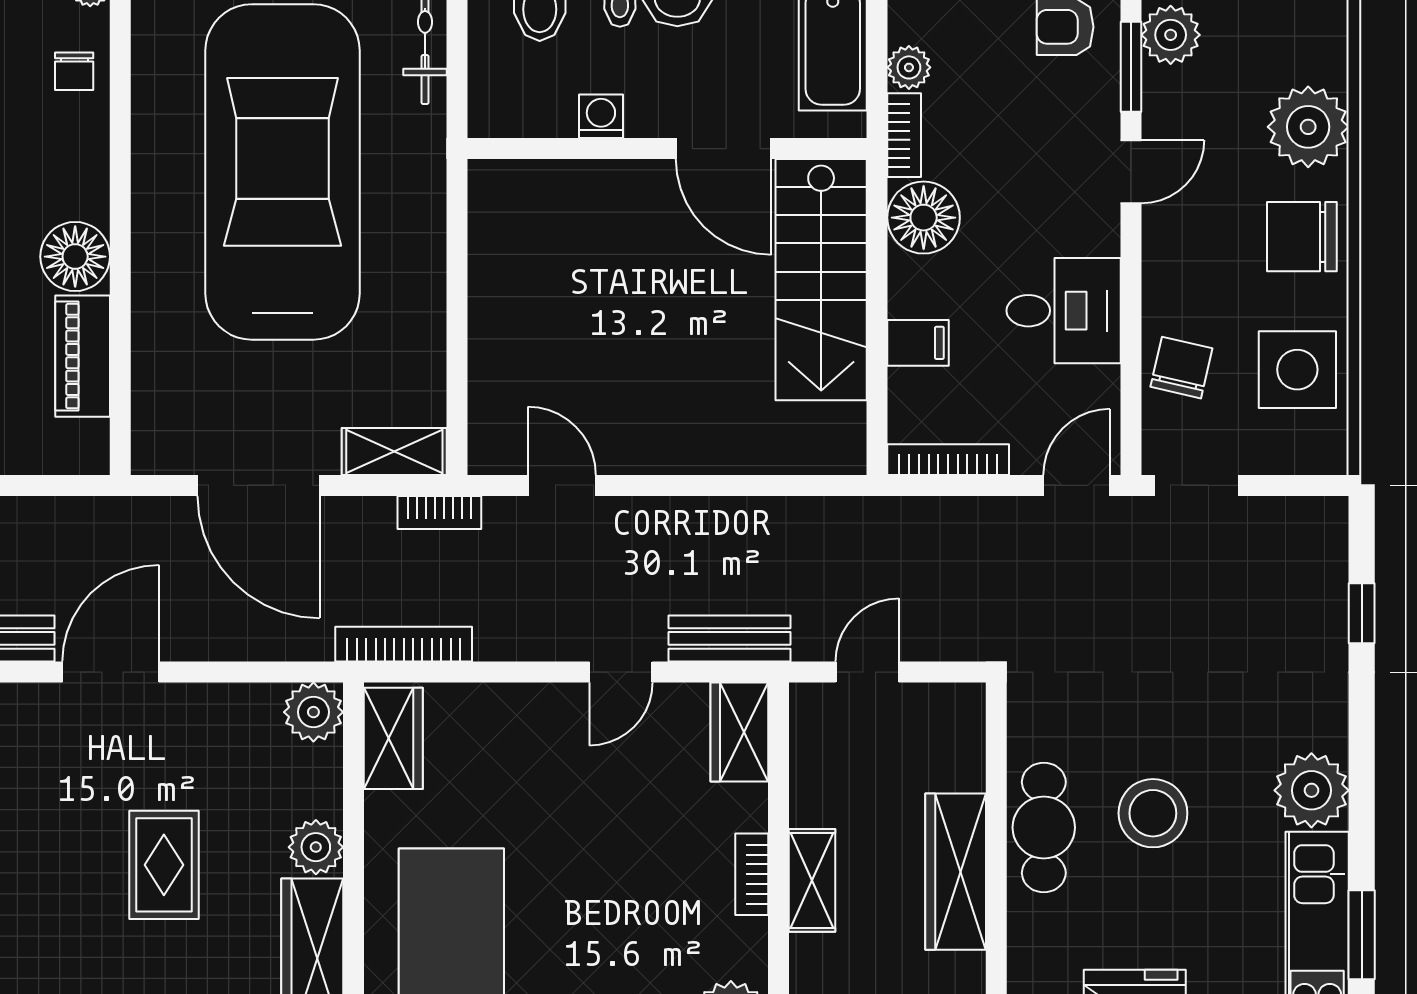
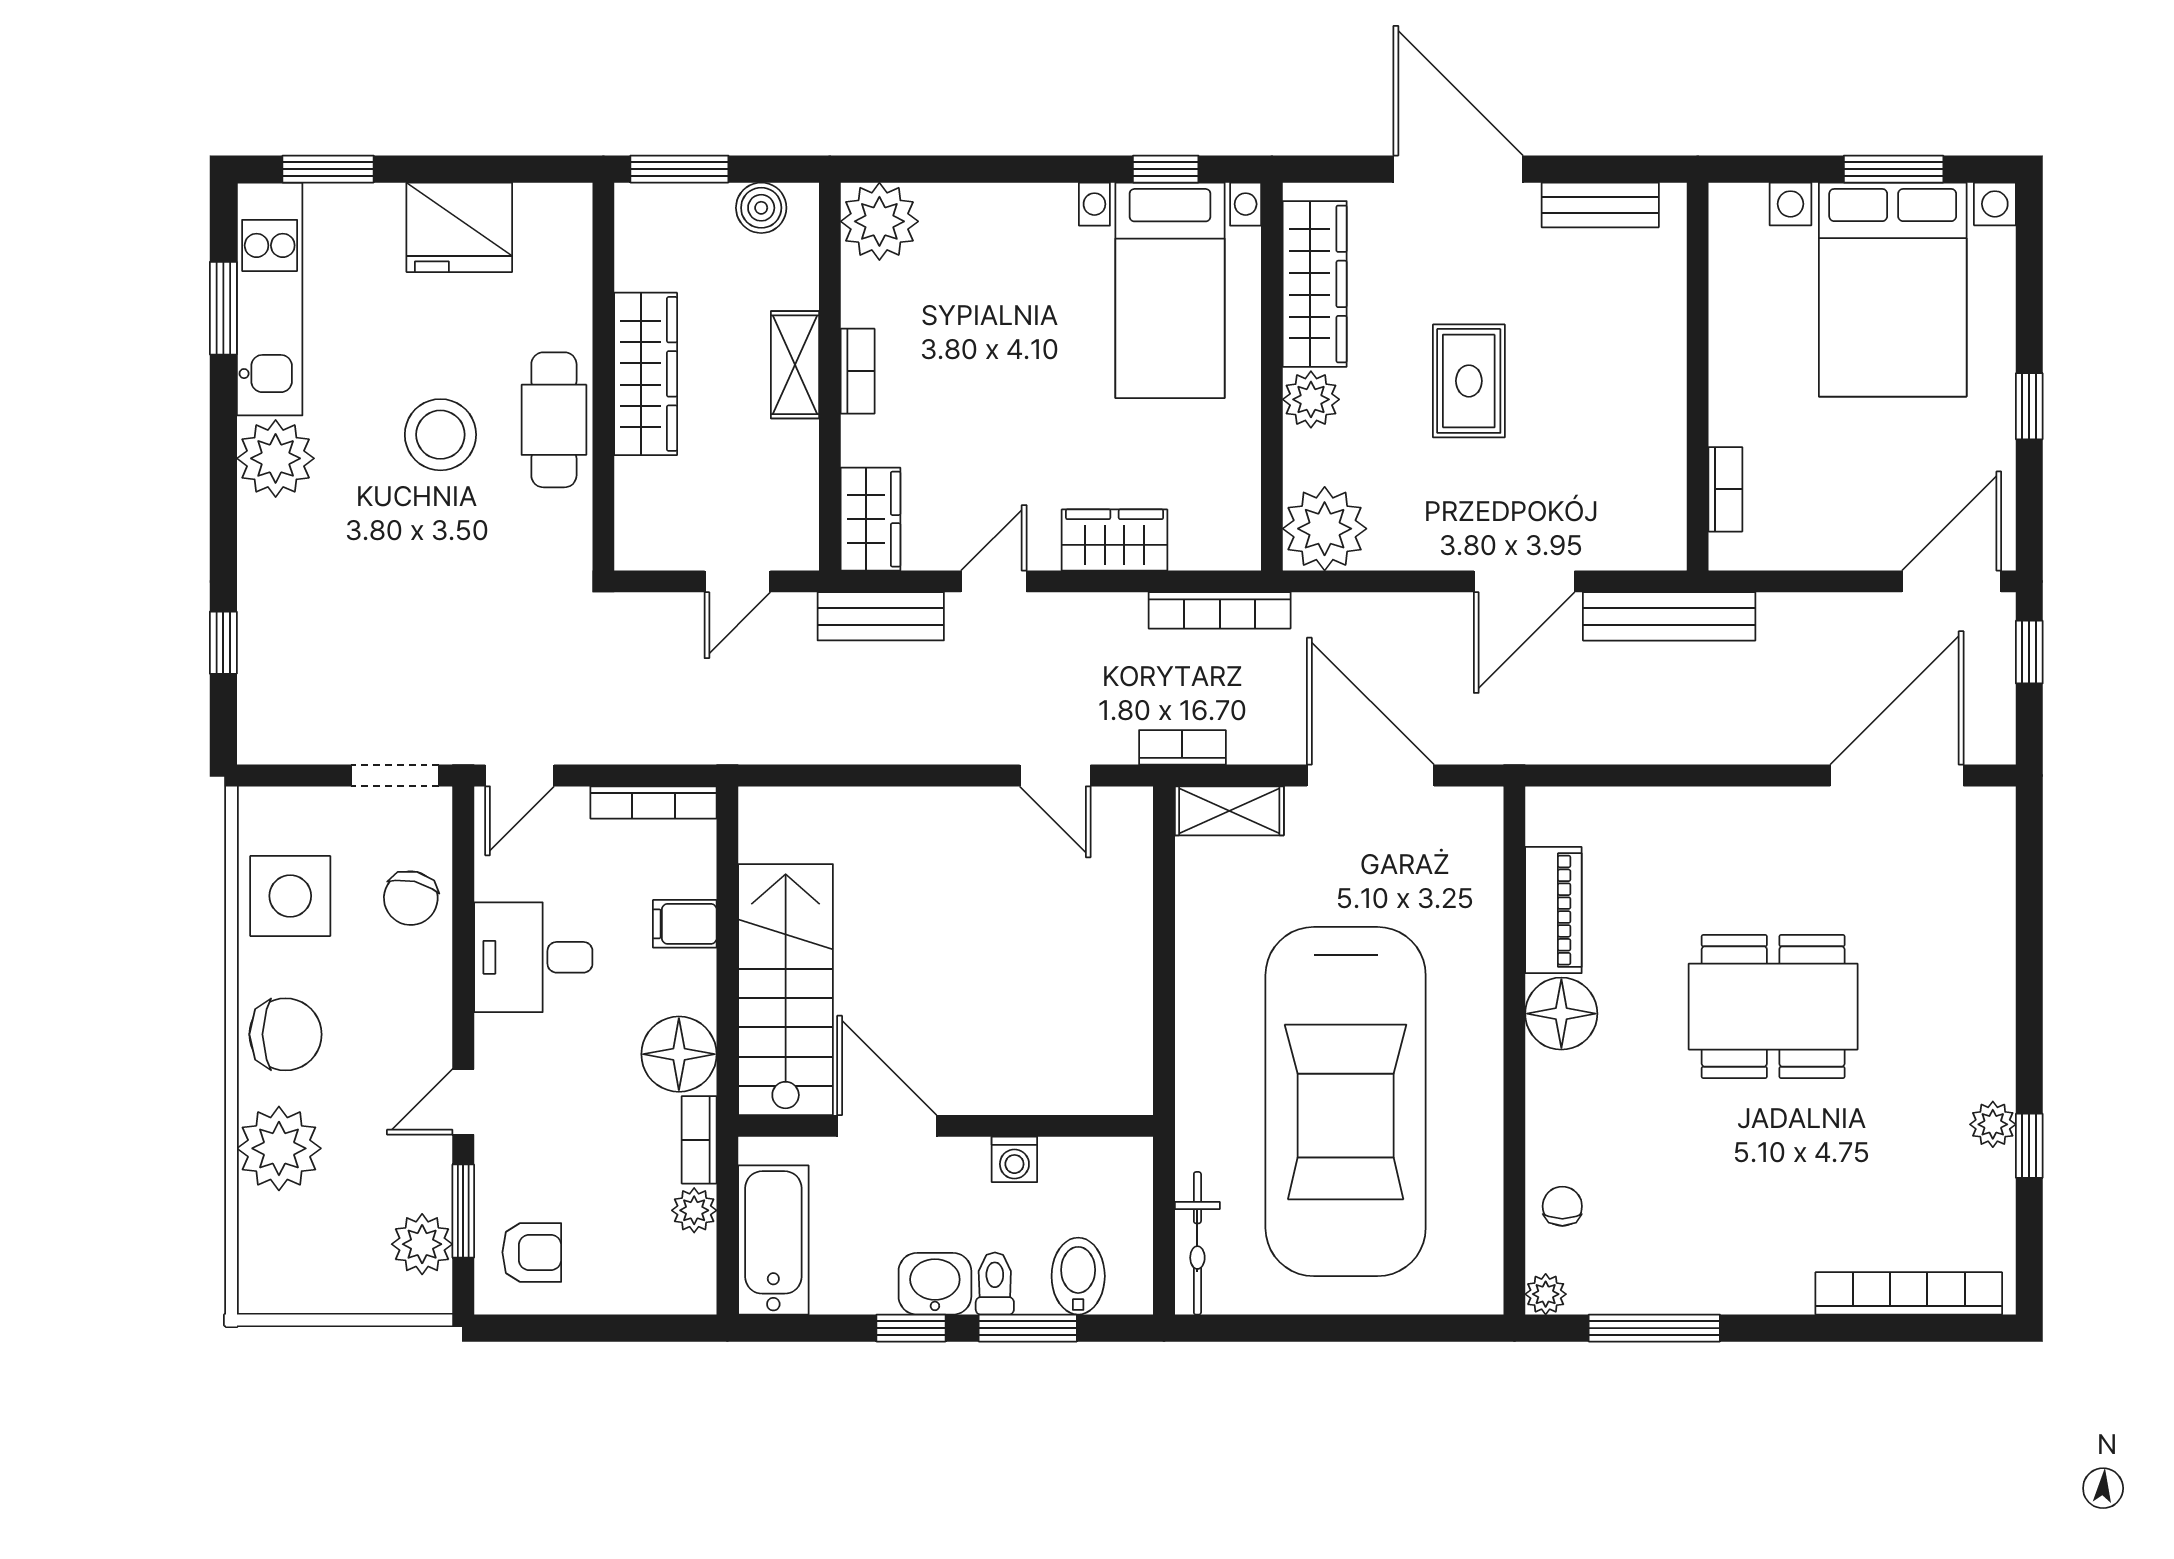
plant: (313, 712) -> (1325, 529), width x1.36, depth x1.36
wardrobe: (393, 738) -> (1115, 540), moved, turned 90

